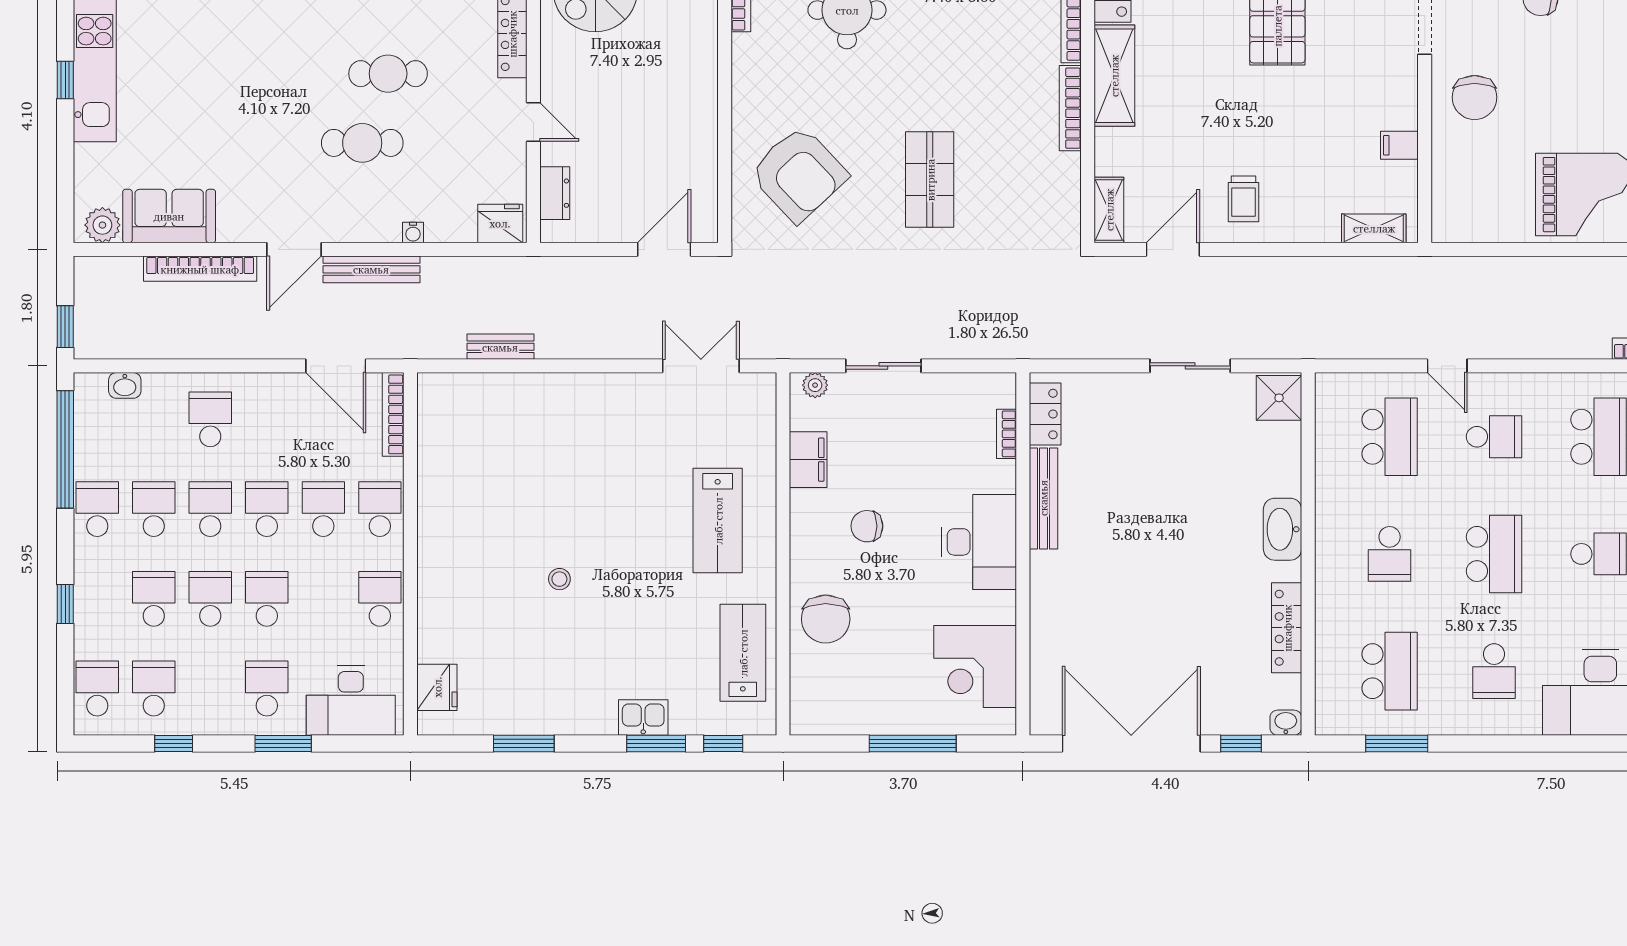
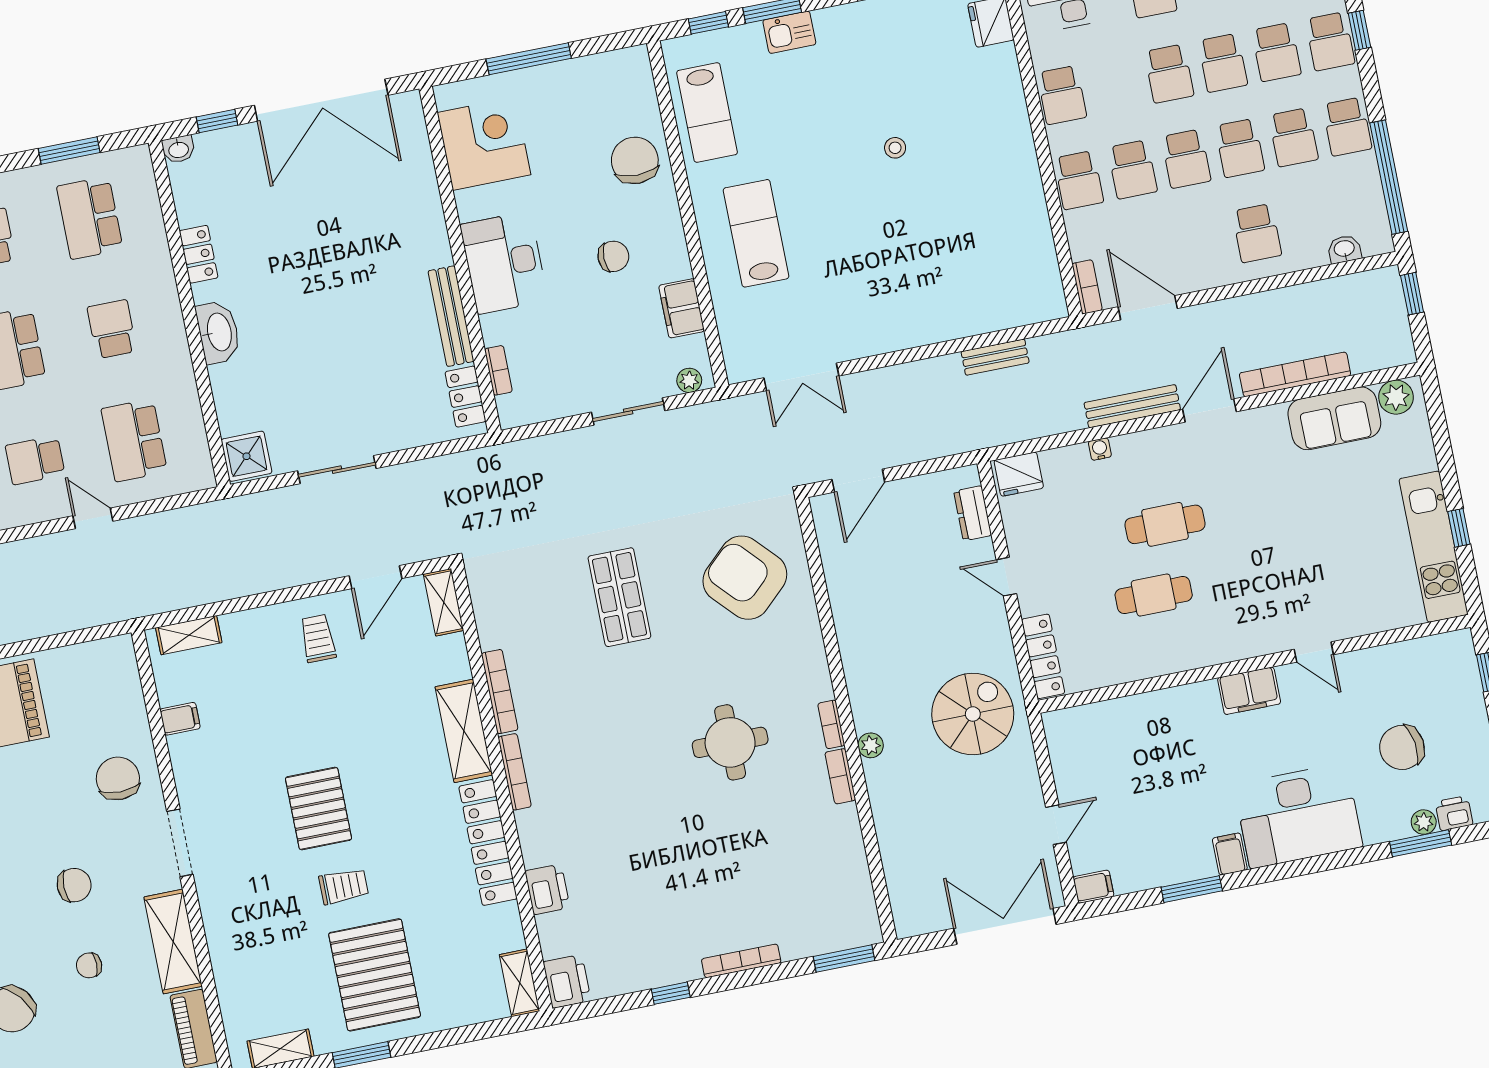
bookcase: (393, 414) -> (1087, 287), width x0.64
school desk: (97, 599) -> (1330, 41), added
locker: (1287, 628) -> (199, 254), width x0.66

